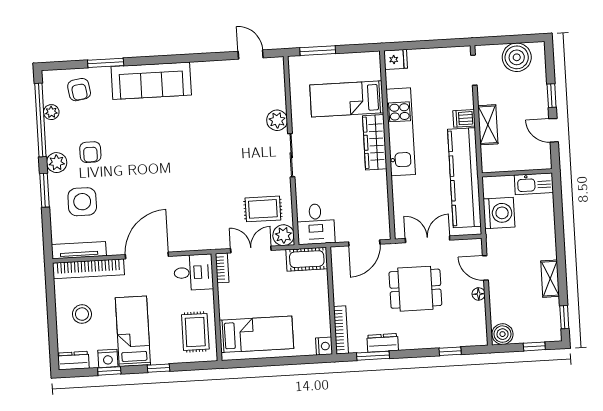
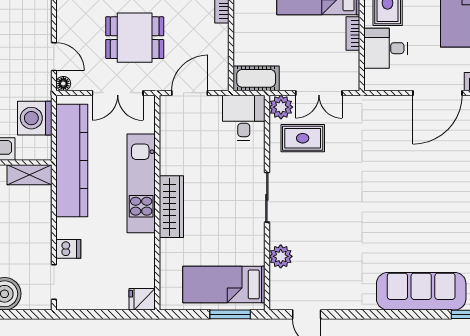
bed: (347, 99) -> (224, 284), moved, turned 180
dishwasher: (464, 118) -> (68, 249), moved
plant: (277, 120) -> (281, 256), moved
shelving: (488, 125) -> (29, 175), moved, turned 90
kitchen unit: (401, 132) -> (141, 183), moved
bookcase: (222, 268) -> (353, 33), moved
desk: (194, 272) -> (386, 48), moved
floor lamp: (479, 294) -> (63, 84), moved

